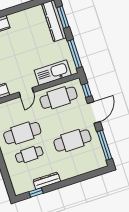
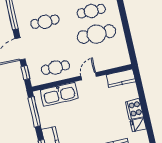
cafe table: (59, 98) -> (55, 68), width x0.73, depth x0.74
cafe table: (72, 140) -> (45, 22), width x0.73, depth x0.74

